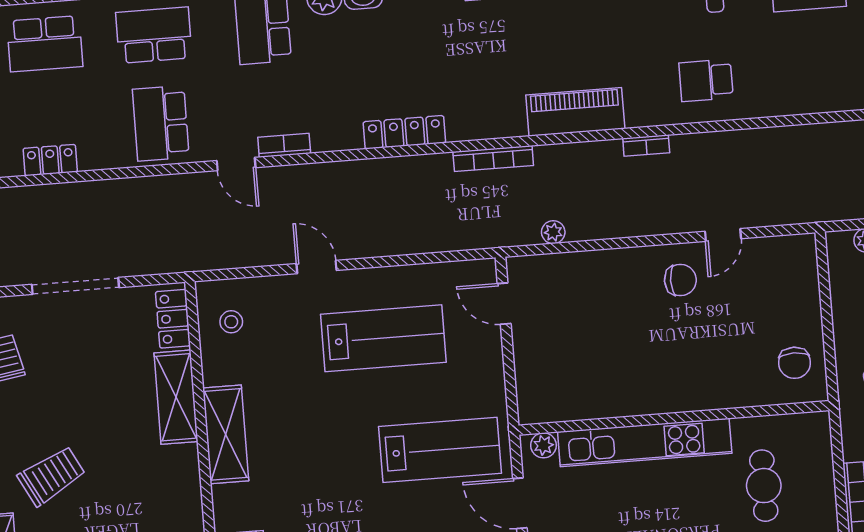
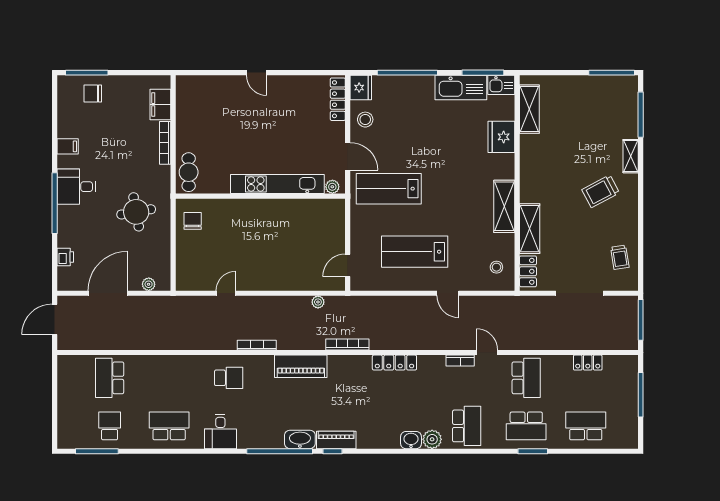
bookcase: (646, 145) -> (257, 345), width x1.56
chair: (680, 280) -> (251, 271), removed
door: (504, 304) -> (348, 265), swing flipped
cafe table: (764, 486) -> (189, 172), moved

